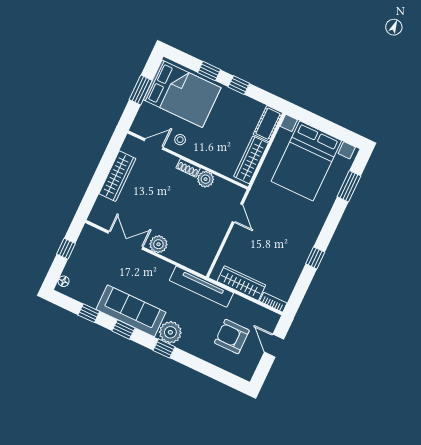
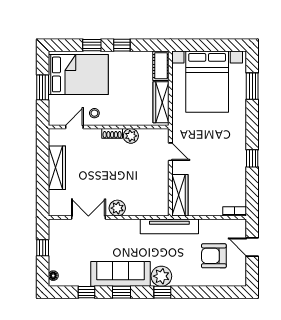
wardrobe: (241, 283) -> (180, 195), moved, turned 90

